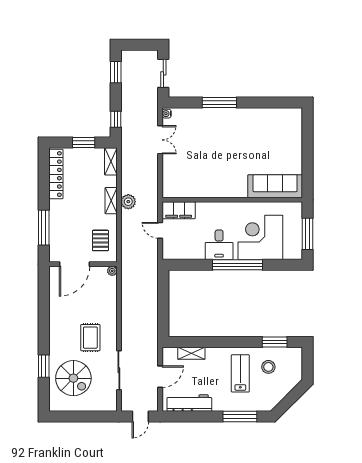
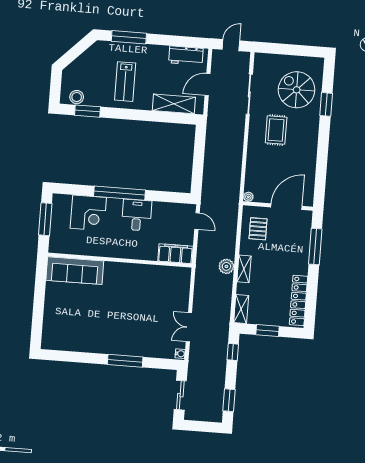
door: (160, 230) -> (197, 221), moved
corner desk: (260, 237) -> (88, 213), width x0.74, depth x0.74
shelving: (191, 353) -> (174, 104), width x1.50, depth x1.33
stool: (268, 367) -> (77, 97), moved
workbench: (189, 403) -> (186, 56), width x0.73

